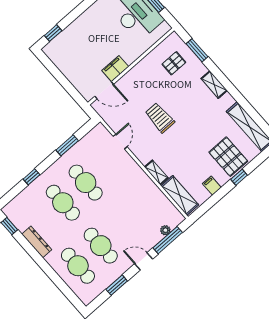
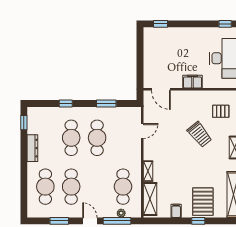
filing cabinet: (115, 69) -> (192, 82), moved
trolley: (160, 118) -> (200, 134), moved, turned 141
cafe table: (146, 205) -> (123, 187), added

